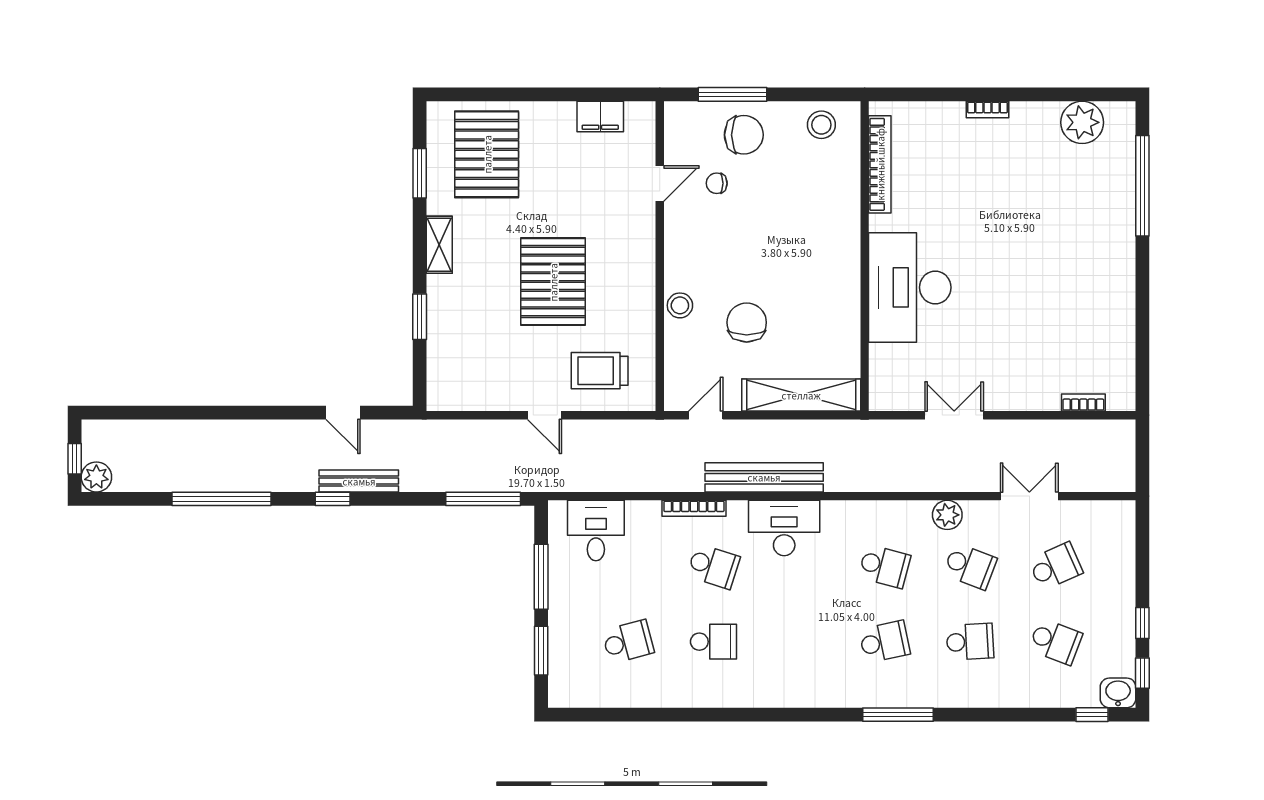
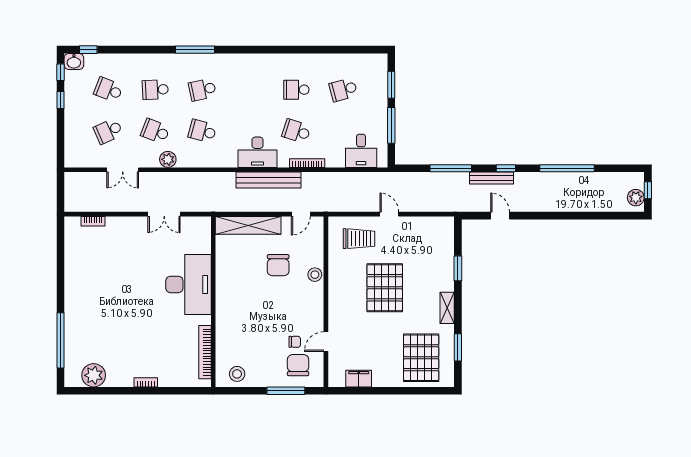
chair: (744, 135) -> (298, 365), moved, turned 90
plant: (96, 477) -> (636, 198), moved
window: (483, 499) -> (451, 168), moved

